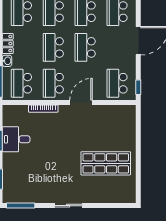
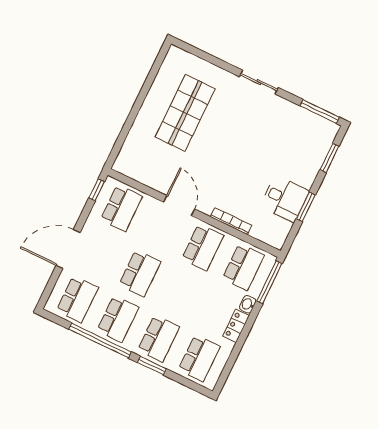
school desk: (53, 47) -> (181, 293), removed
door: (81, 102) -> (179, 206), swing flipped
shop shelf: (106, 163) -> (185, 113), turned 90

